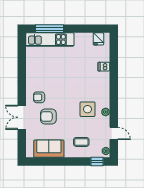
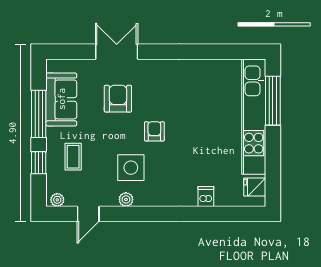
kitchen unit: (50, 39) -> (254, 117), width x1.36
armchair: (39, 97) -> (154, 131), moved
window: (57, 162) -> (39, 114), added
window: (97, 162) -> (39, 163), moved

